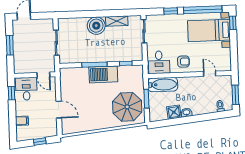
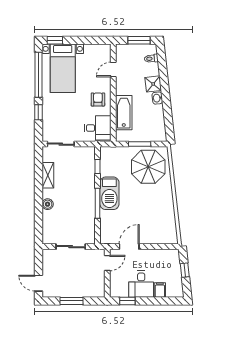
boiler: (96, 26) -> (48, 204), width x0.54, depth x0.54
bathtub: (163, 85) -> (124, 113), moved
desk: (26, 89) -> (141, 284), moved, turned -90
door: (59, 110) -> (129, 247), moved
shower: (174, 112) -> (153, 84), moved

